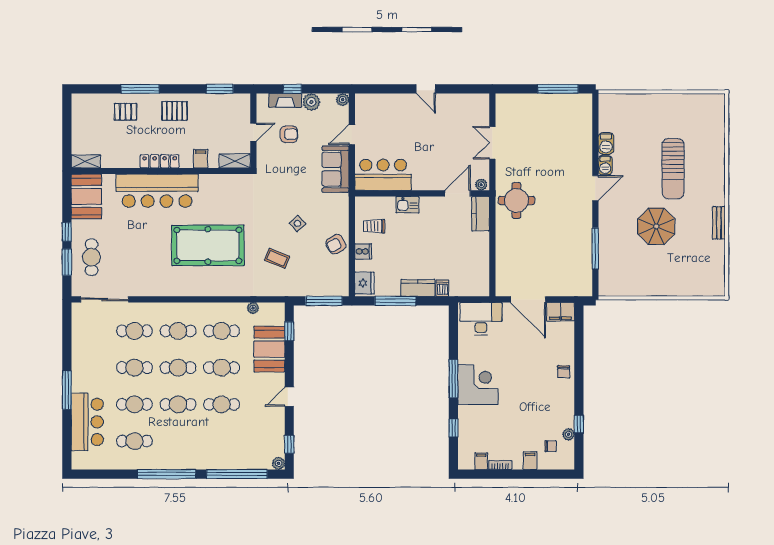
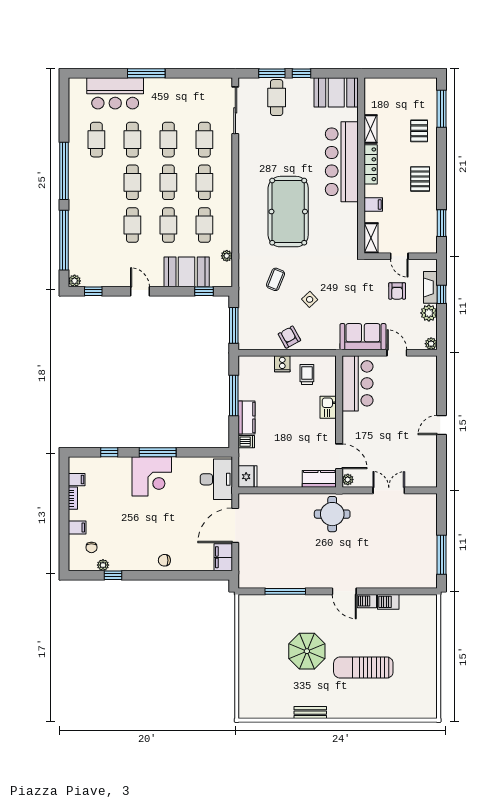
window: (140, 89) -> (442, 109), moved
shelving: (86, 161) -> (370, 129), moved
cafe table: (92, 257) -> (277, 98), turned 90
fridge: (364, 283) -> (248, 477), moved, turned -90

